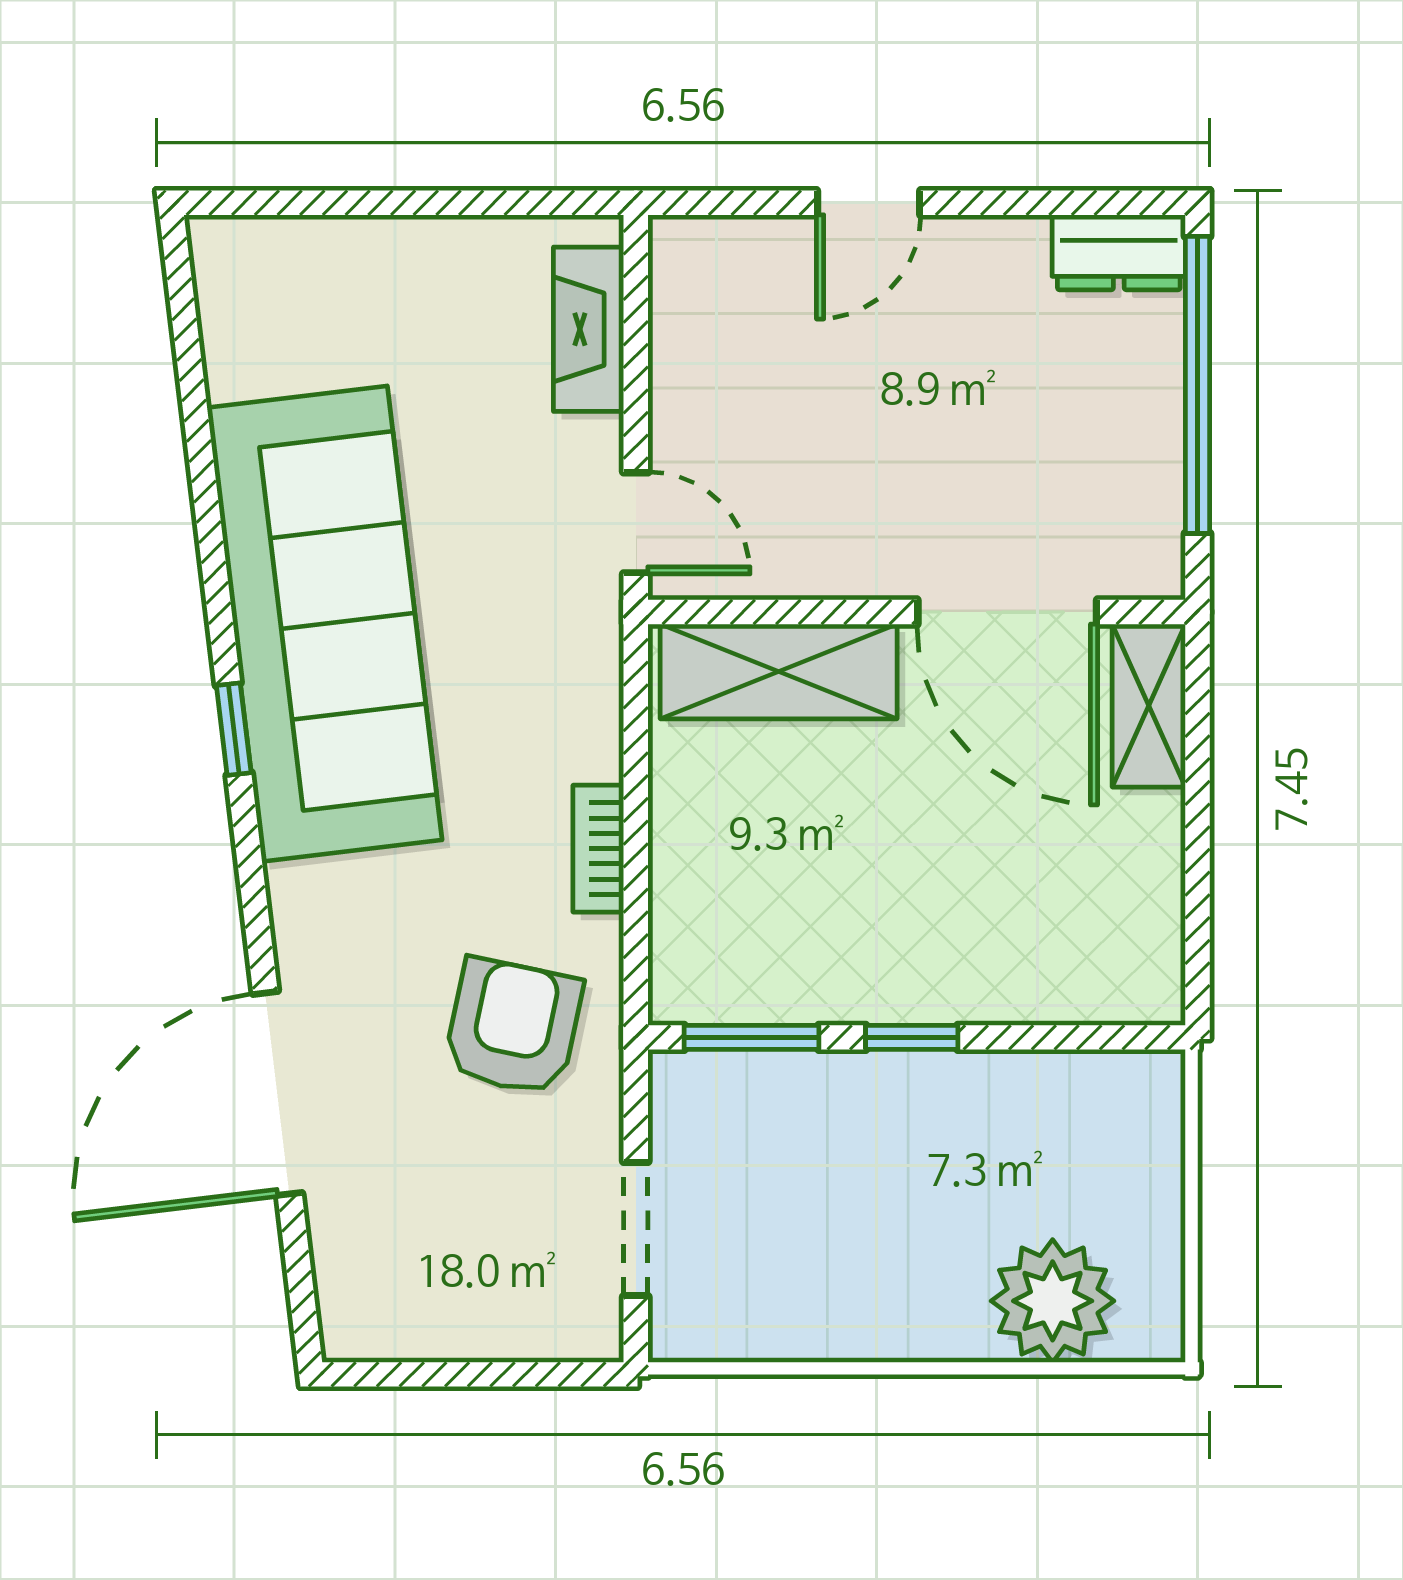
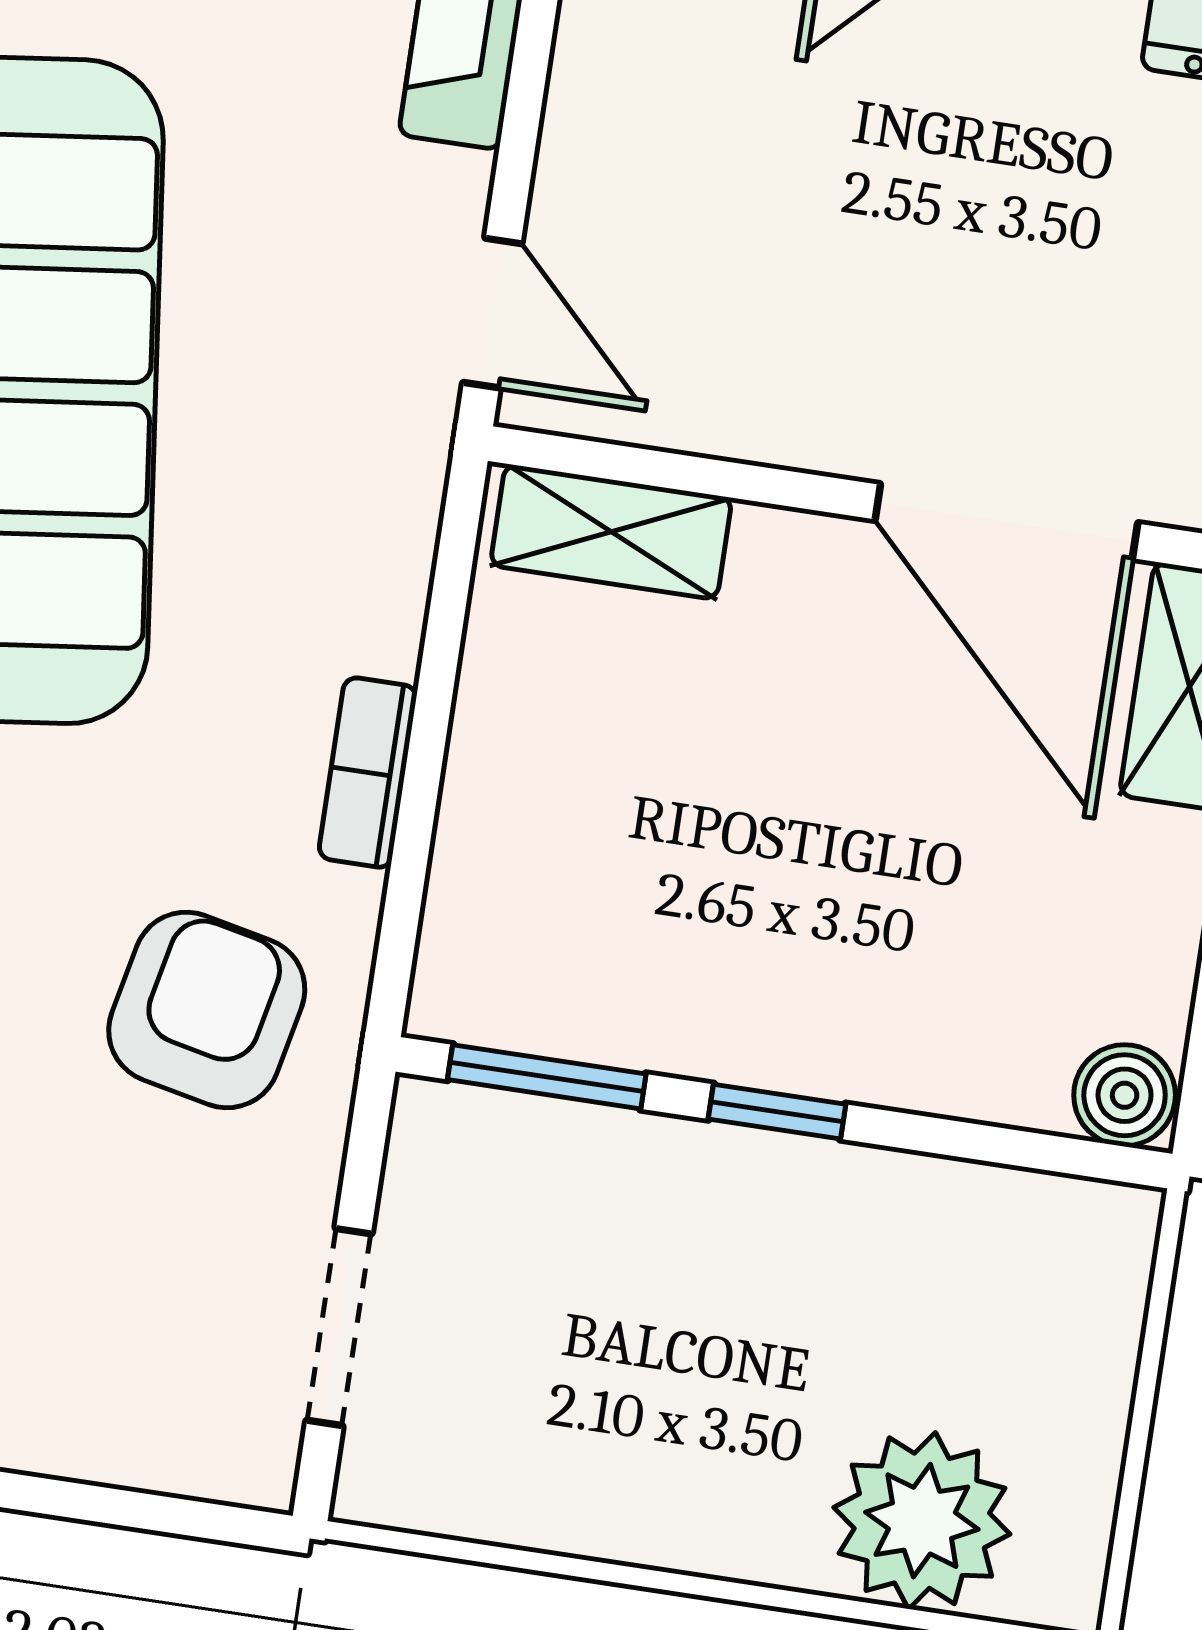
shelving: (779, 671) -> (611, 532), width x0.67, depth x0.75
boiler: (1147, 990) -> (1125, 1095), added

